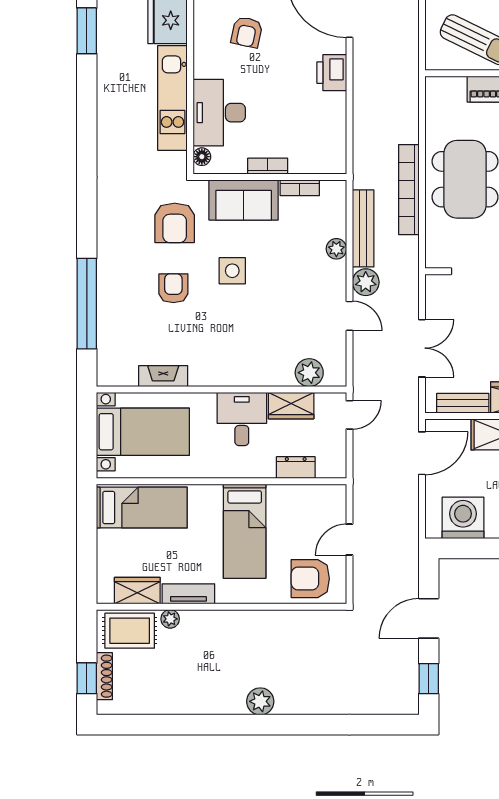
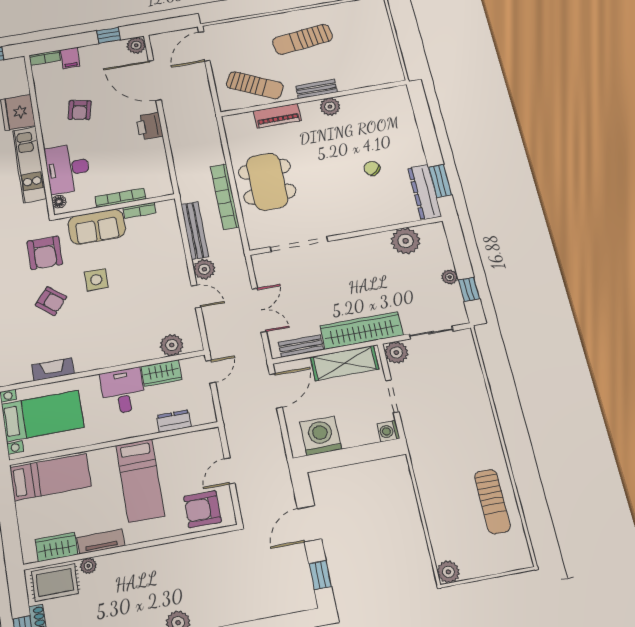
bookcase: (268, 166) -> (120, 198), width x1.56
plant: (336, 249) -> (176, 249), removed
armchair: (173, 288) -> (51, 301), turned 130

